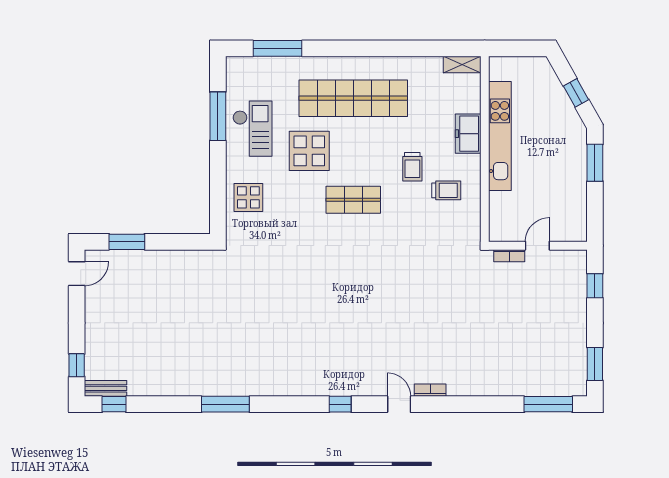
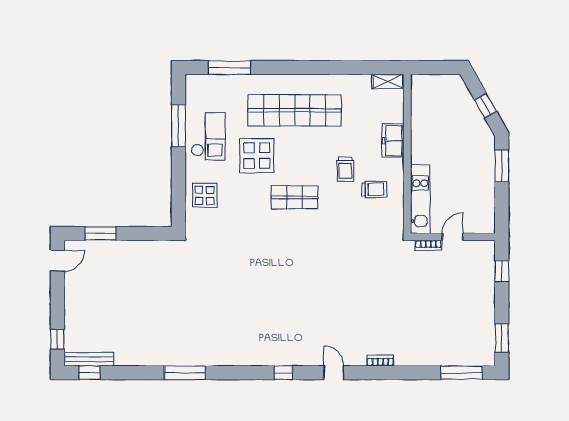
kitchen unit: (500, 136) -> (420, 199), moved, width x0.73
bench: (106, 388) -> (89, 359), width x1.36
bookcase: (430, 390) -> (380, 361), moved

